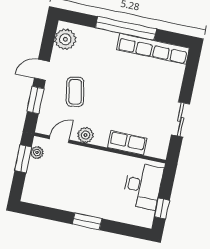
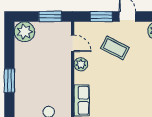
coffee table: (75, 92) -> (115, 48), turned 38
plant: (37, 153) -> (25, 32), moved, width x1.88, depth x1.88

